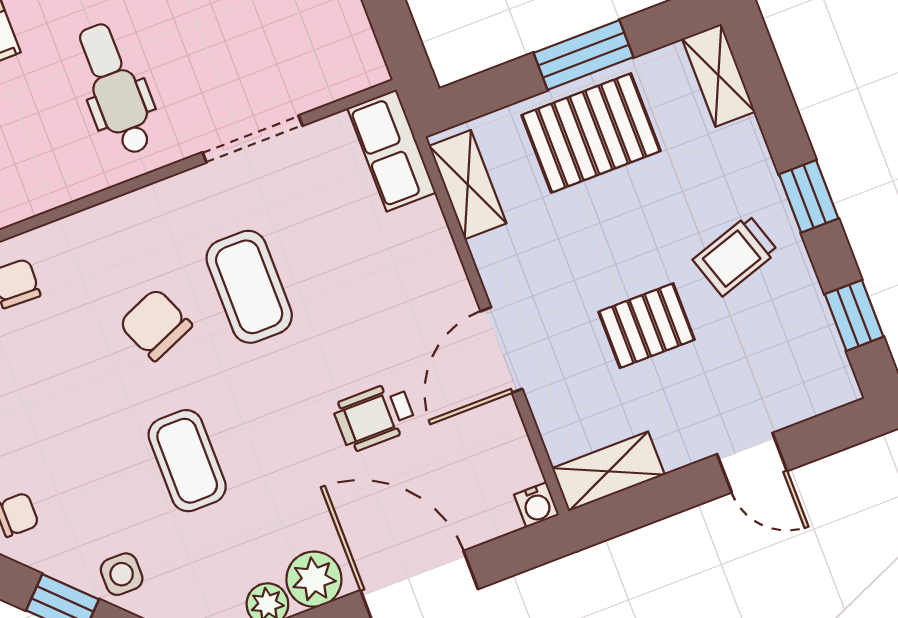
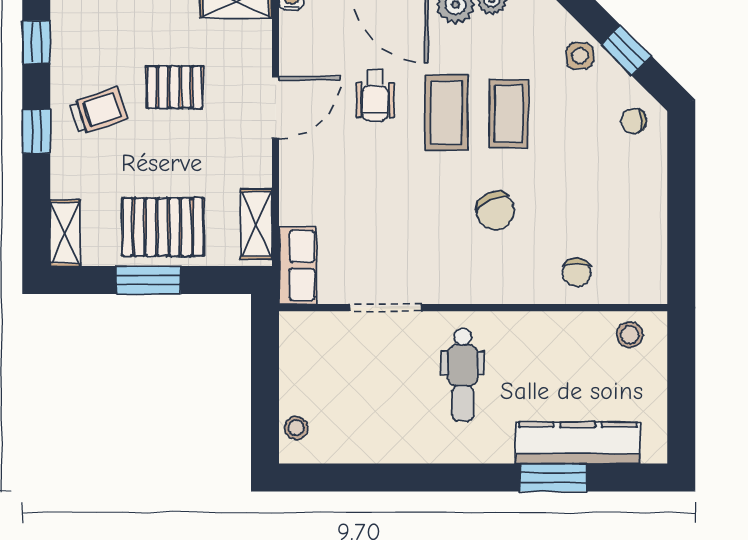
coffee table: (249, 287) -> (446, 113), moved
wheelchair: (374, 416) -> (375, 96), turned 90

